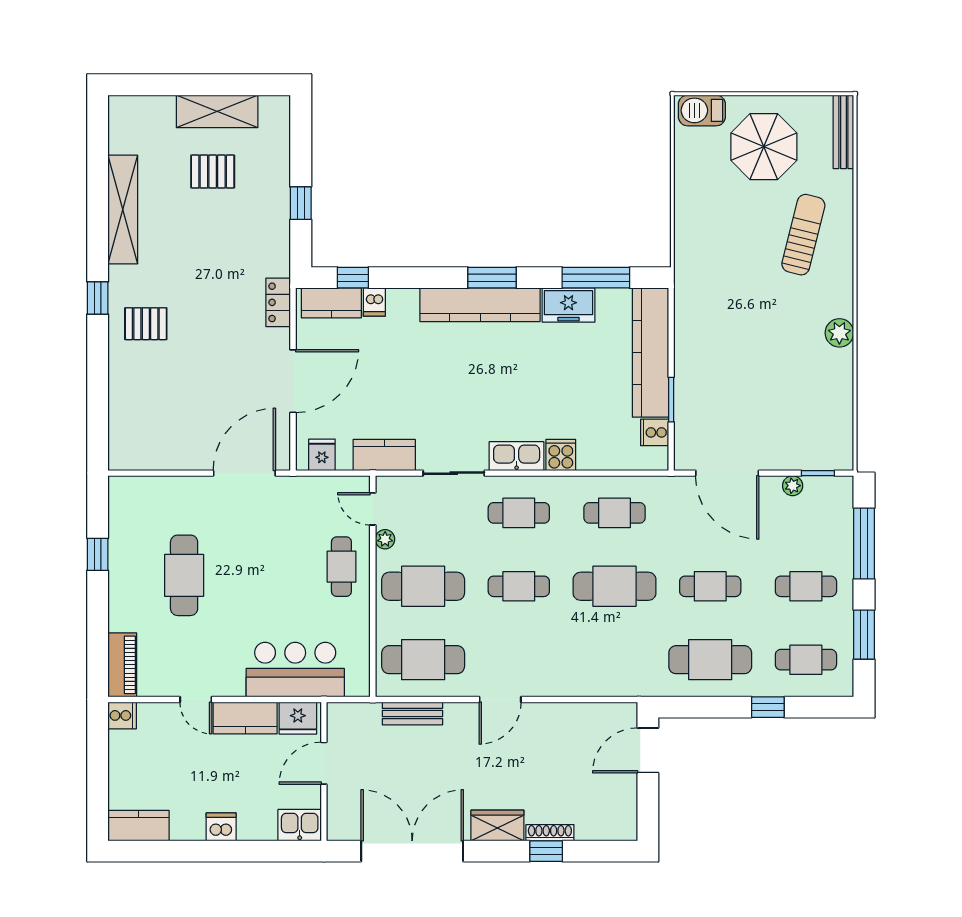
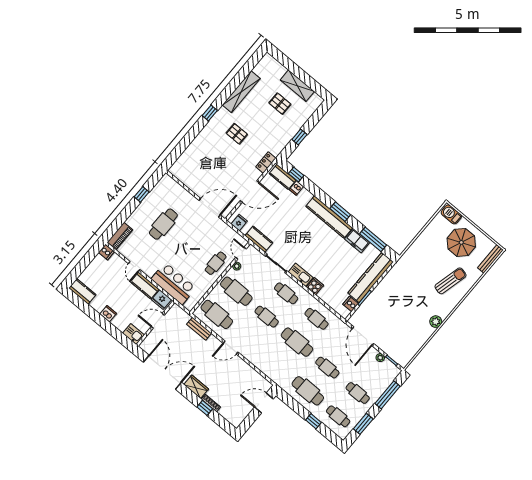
pallet: (146, 324) -> (237, 134), moved

